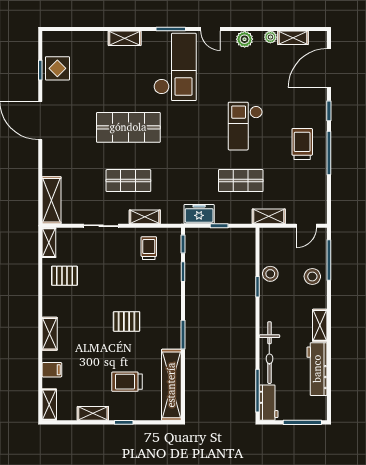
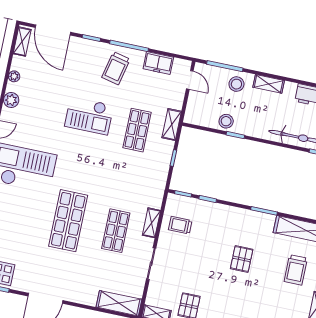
shelving: (293, 38) -> (22, 42), moved
trolley: (302, 144) -> (116, 68), turned -77
freezer: (199, 214) -> (158, 63), moved, turned -90
shelving: (269, 216) -> (172, 125), moved
shelving: (320, 325) -> (269, 84), moved

